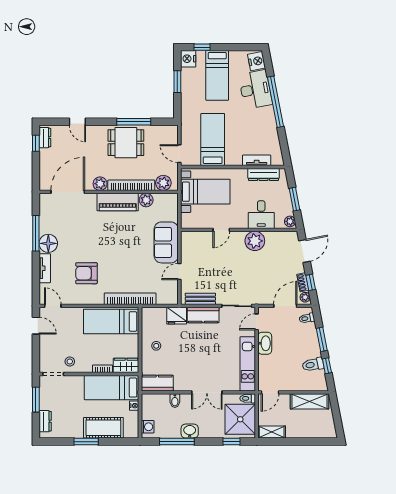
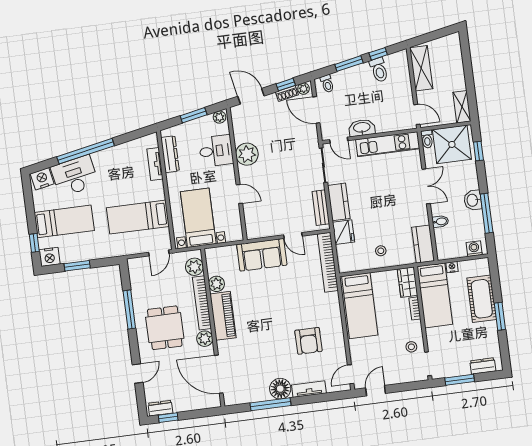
dining table: (126, 143) -> (165, 328), moved
bookcase: (130, 299) -> (328, 262), moved

